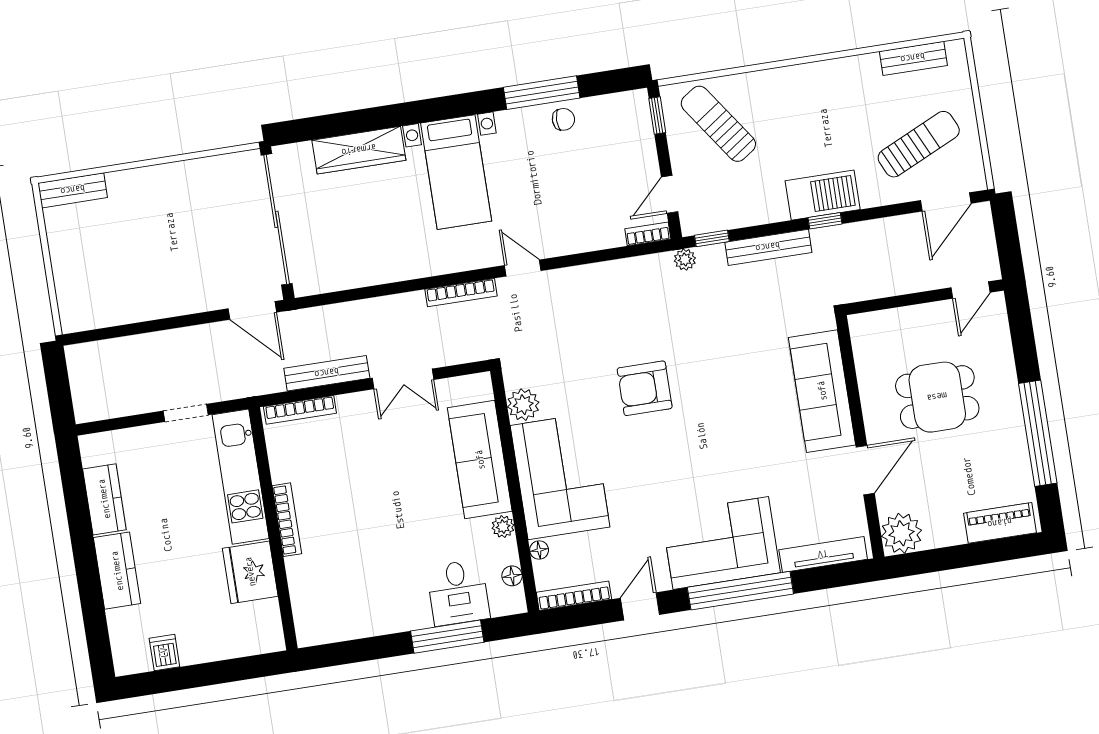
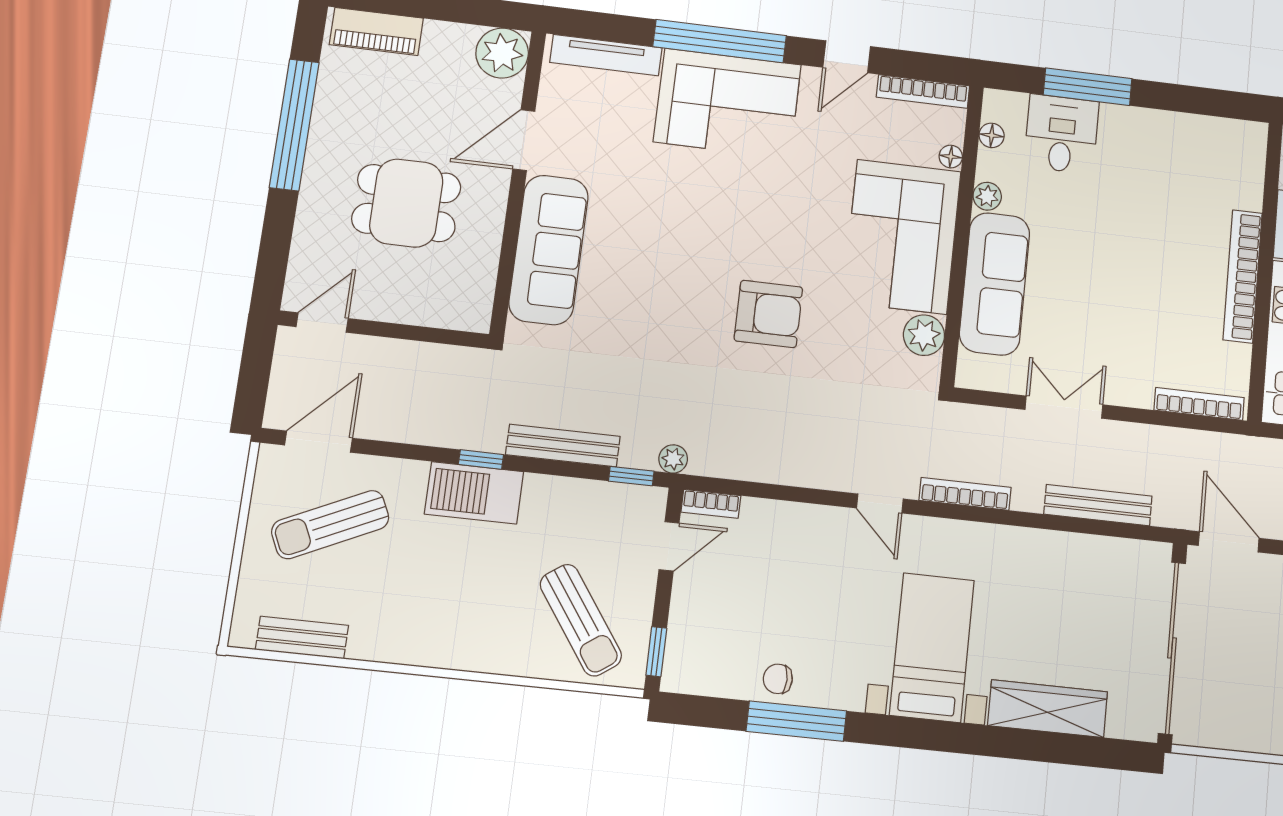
bench: (327, 373) -> (1098, 505), moved
bookcase: (287, 520) -> (1243, 276), width x1.48, depth x1.31

